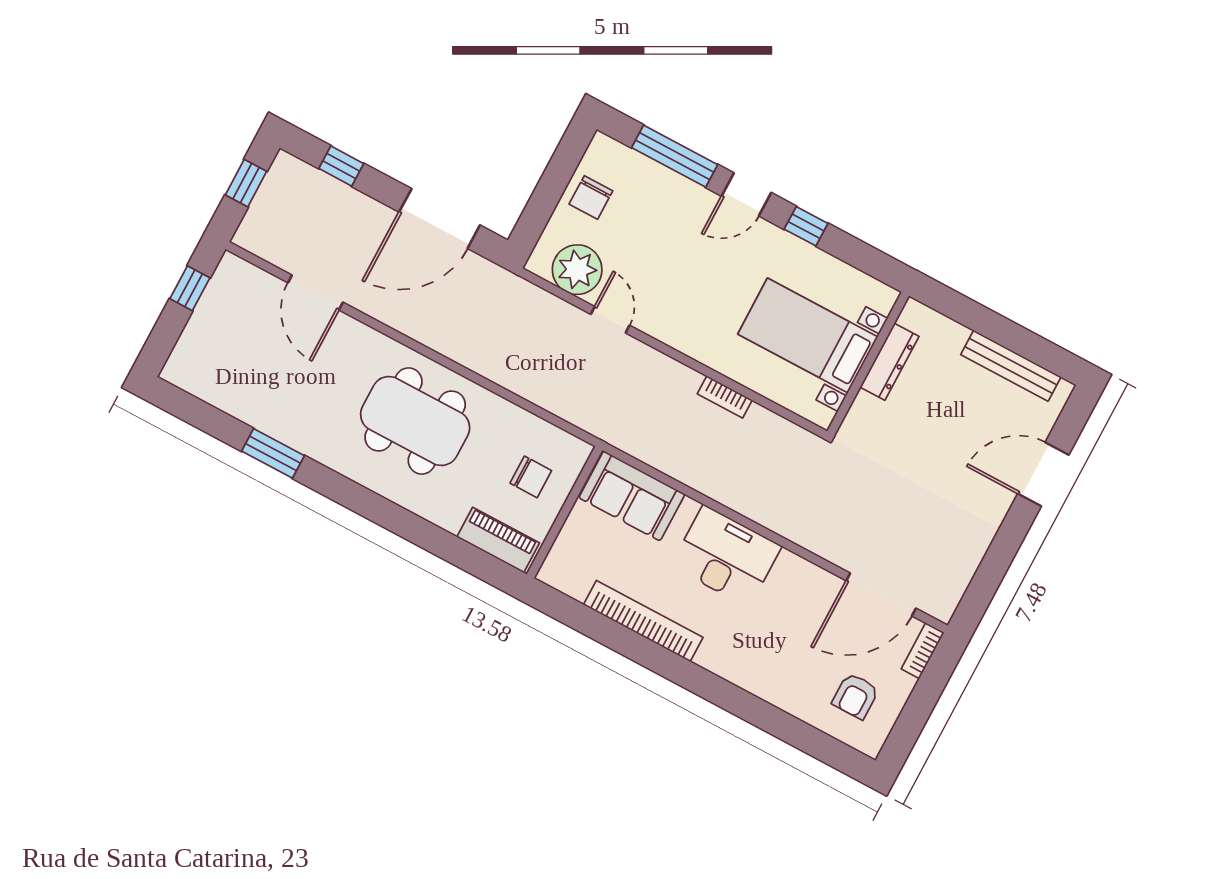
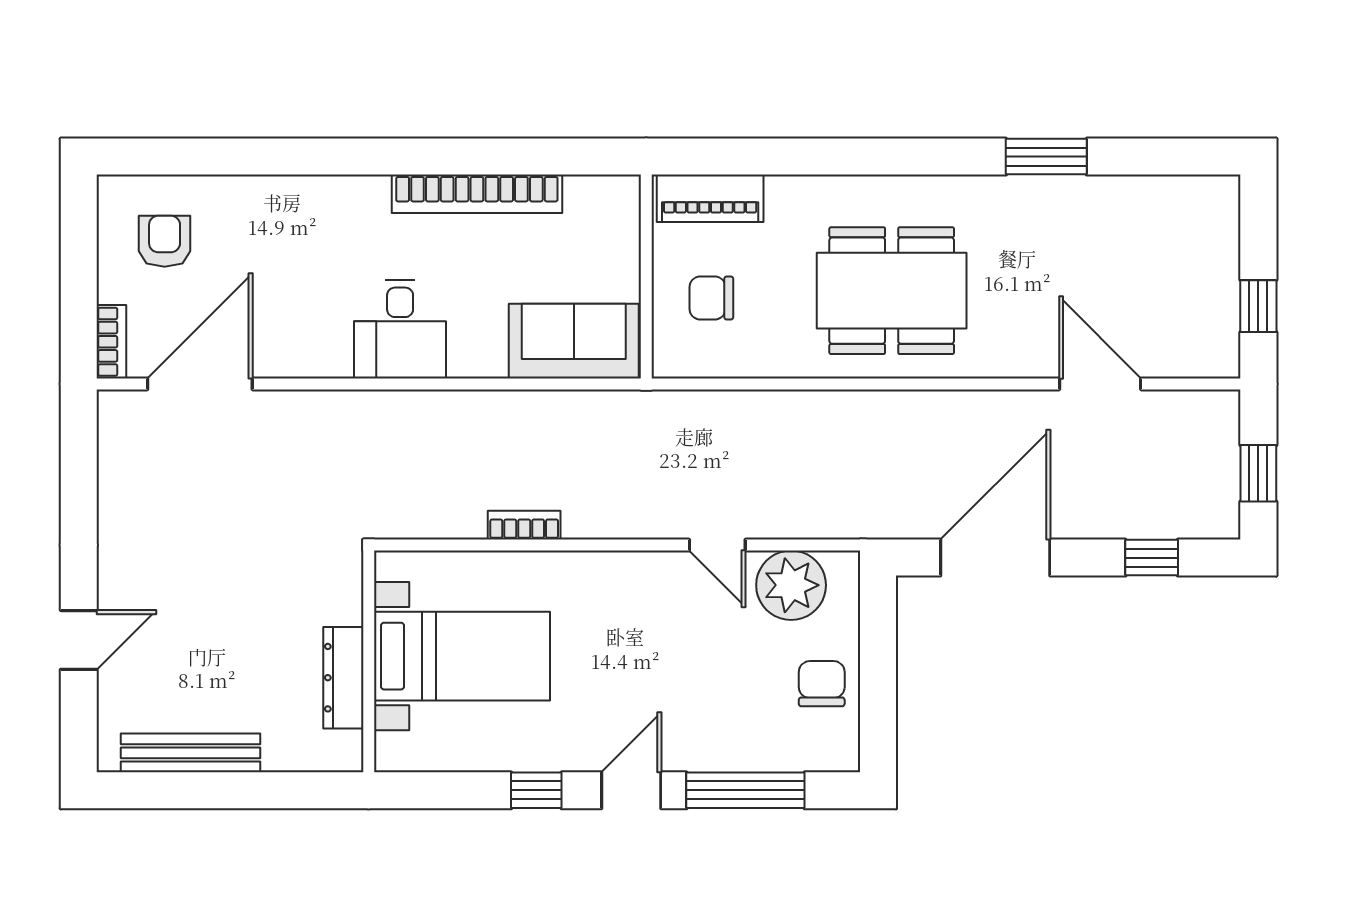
door: (1043, 474) -> (79, 640), width x0.73
desk: (726, 556) -> (400, 329), width x0.73

